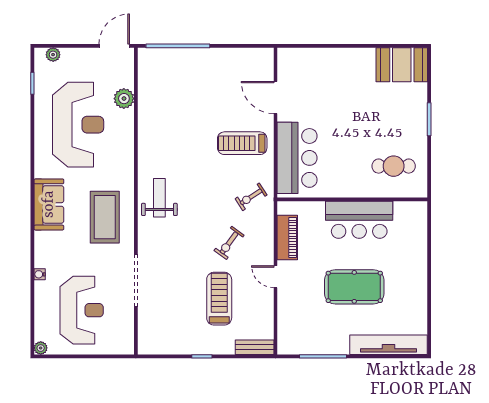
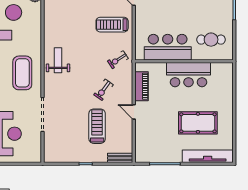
bar counter: (297, 158) -> (168, 47), moved, turned -90
pool table: (354, 287) -> (198, 123), moved

